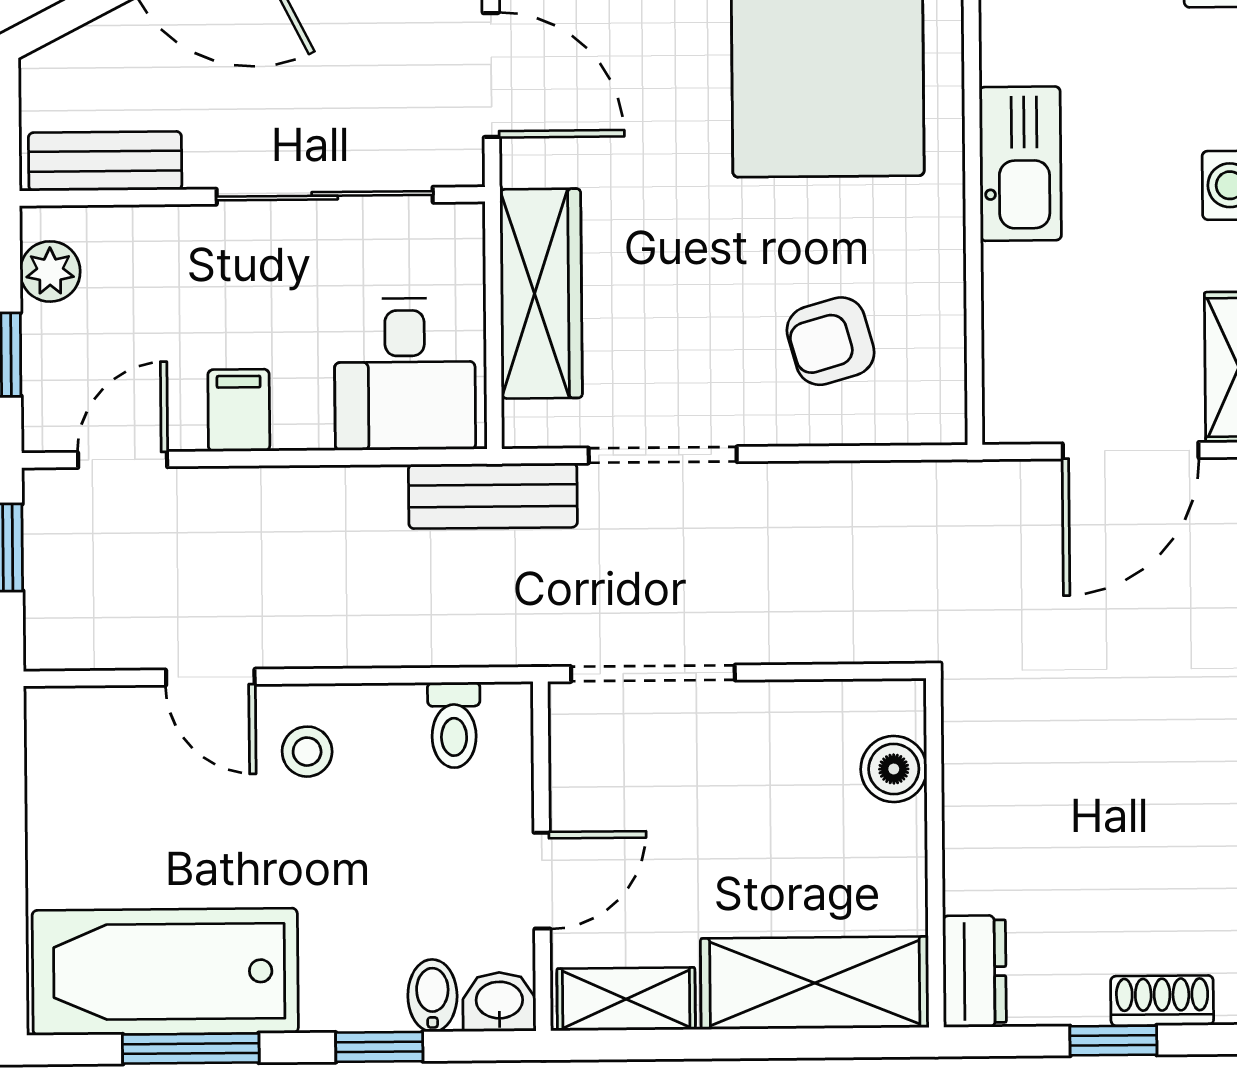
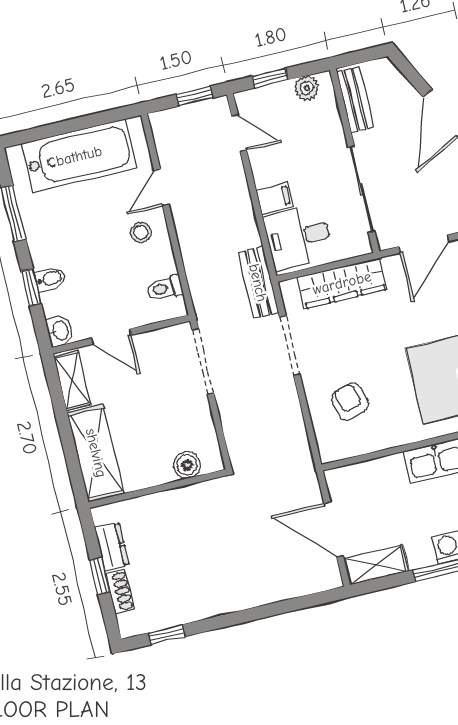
filing cabinet: (239, 410) -> (275, 198), moved
dresser: (974, 971) -> (112, 547), moved, turned -90
bathtub: (165, 972) -> (79, 156), moved, turned 90
bidet: (432, 996) -> (50, 279), moved

